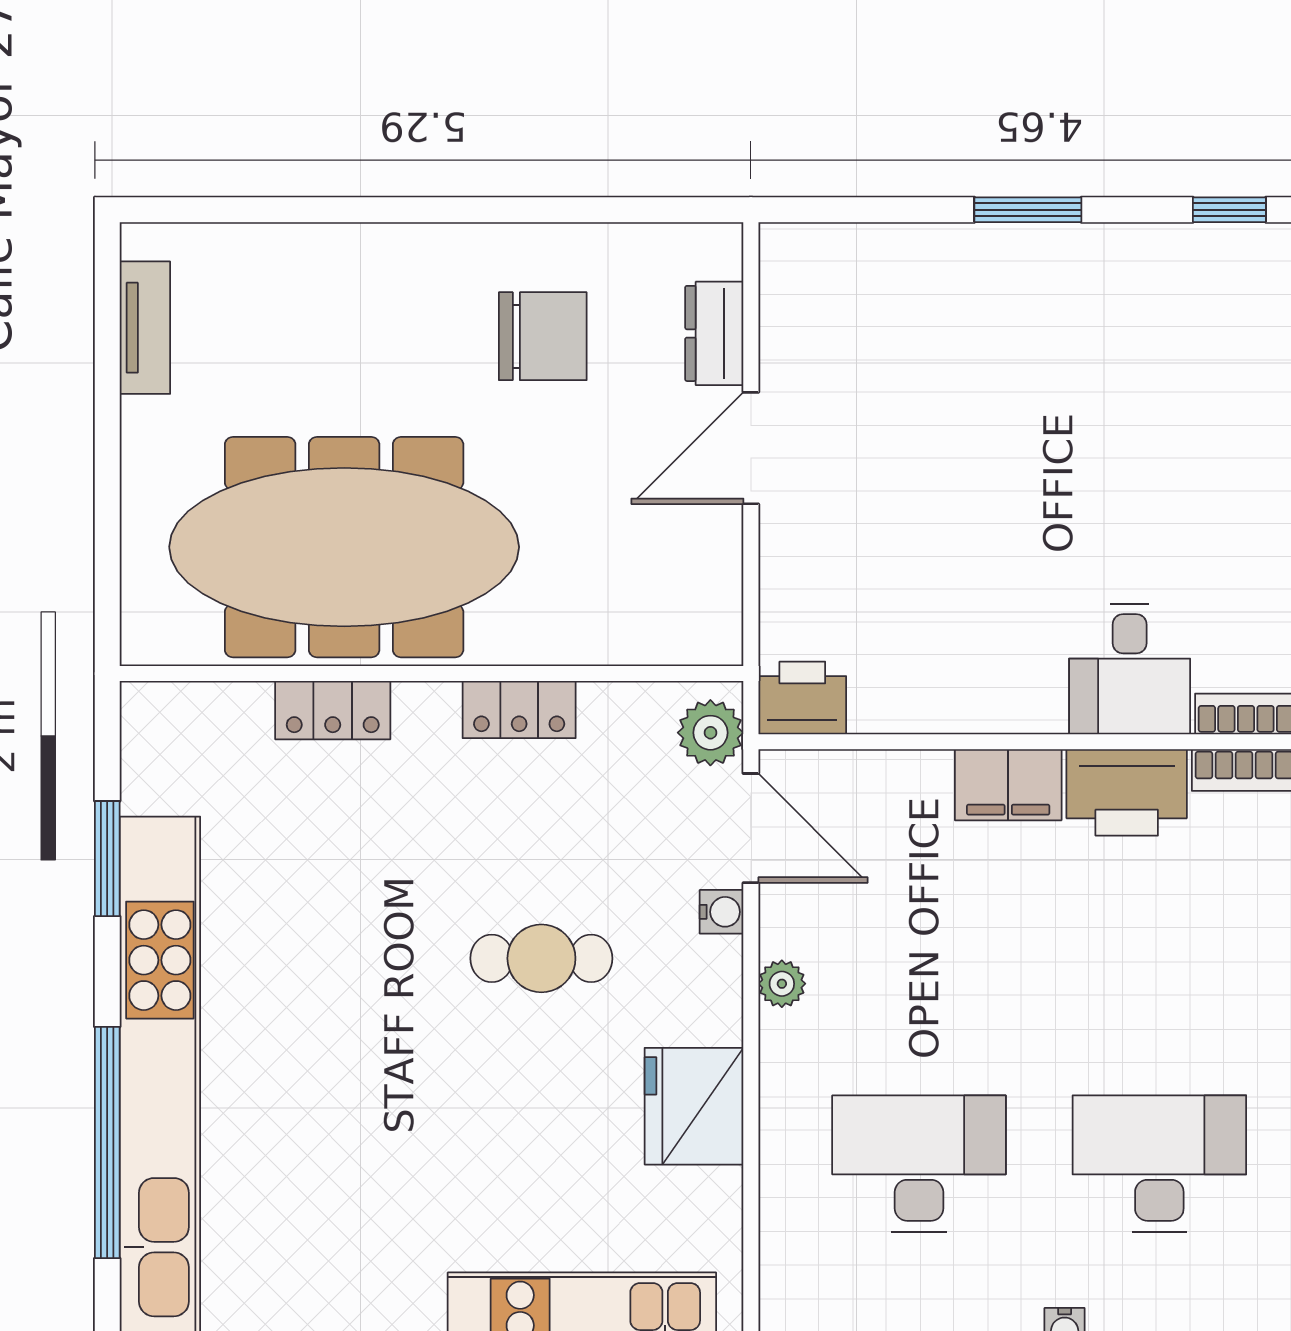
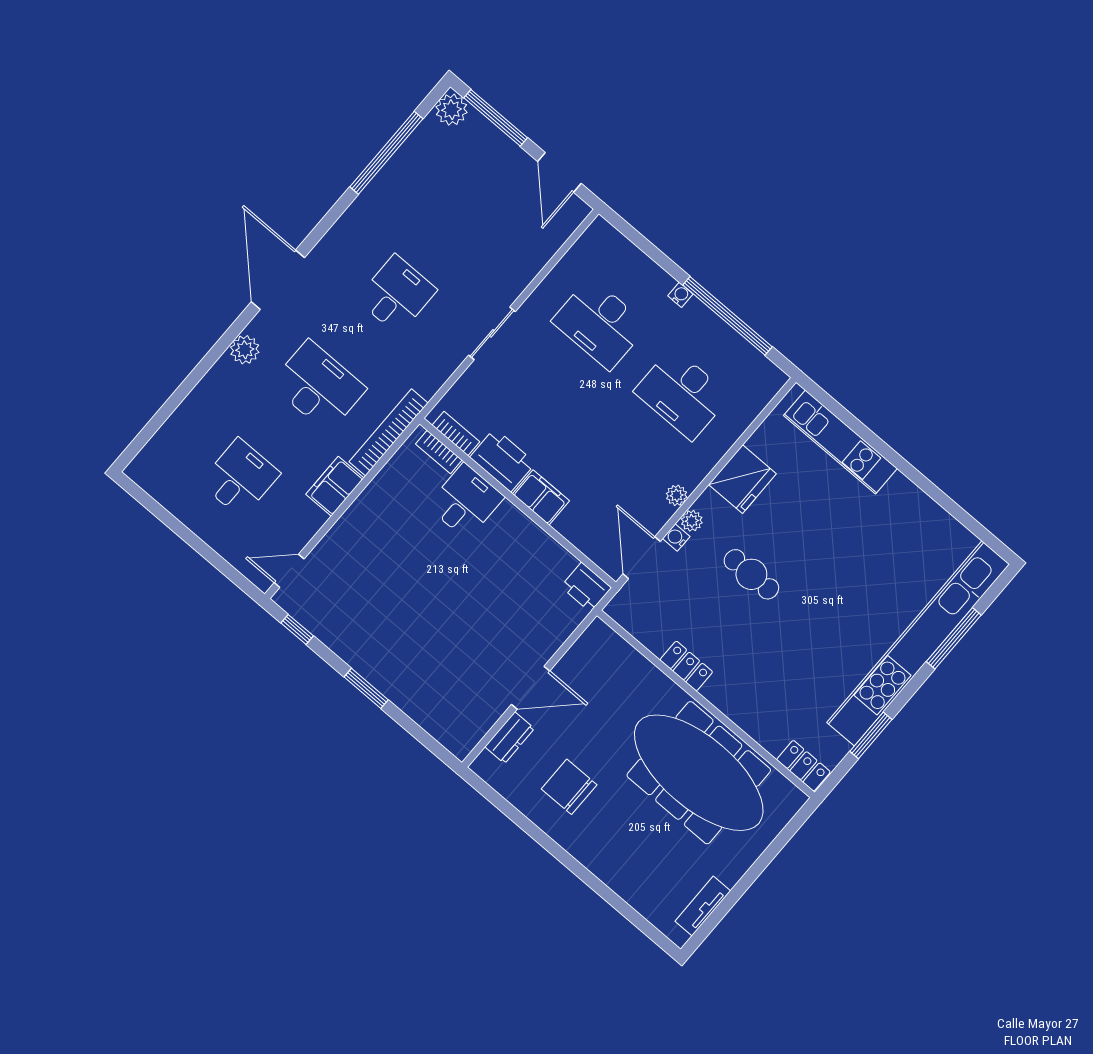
locker: (333, 710) -> (803, 766), moved
plant: (710, 733) -> (692, 521), moved, width x0.73, depth x0.73
window: (107, 1142) -> (954, 638), width x0.68

